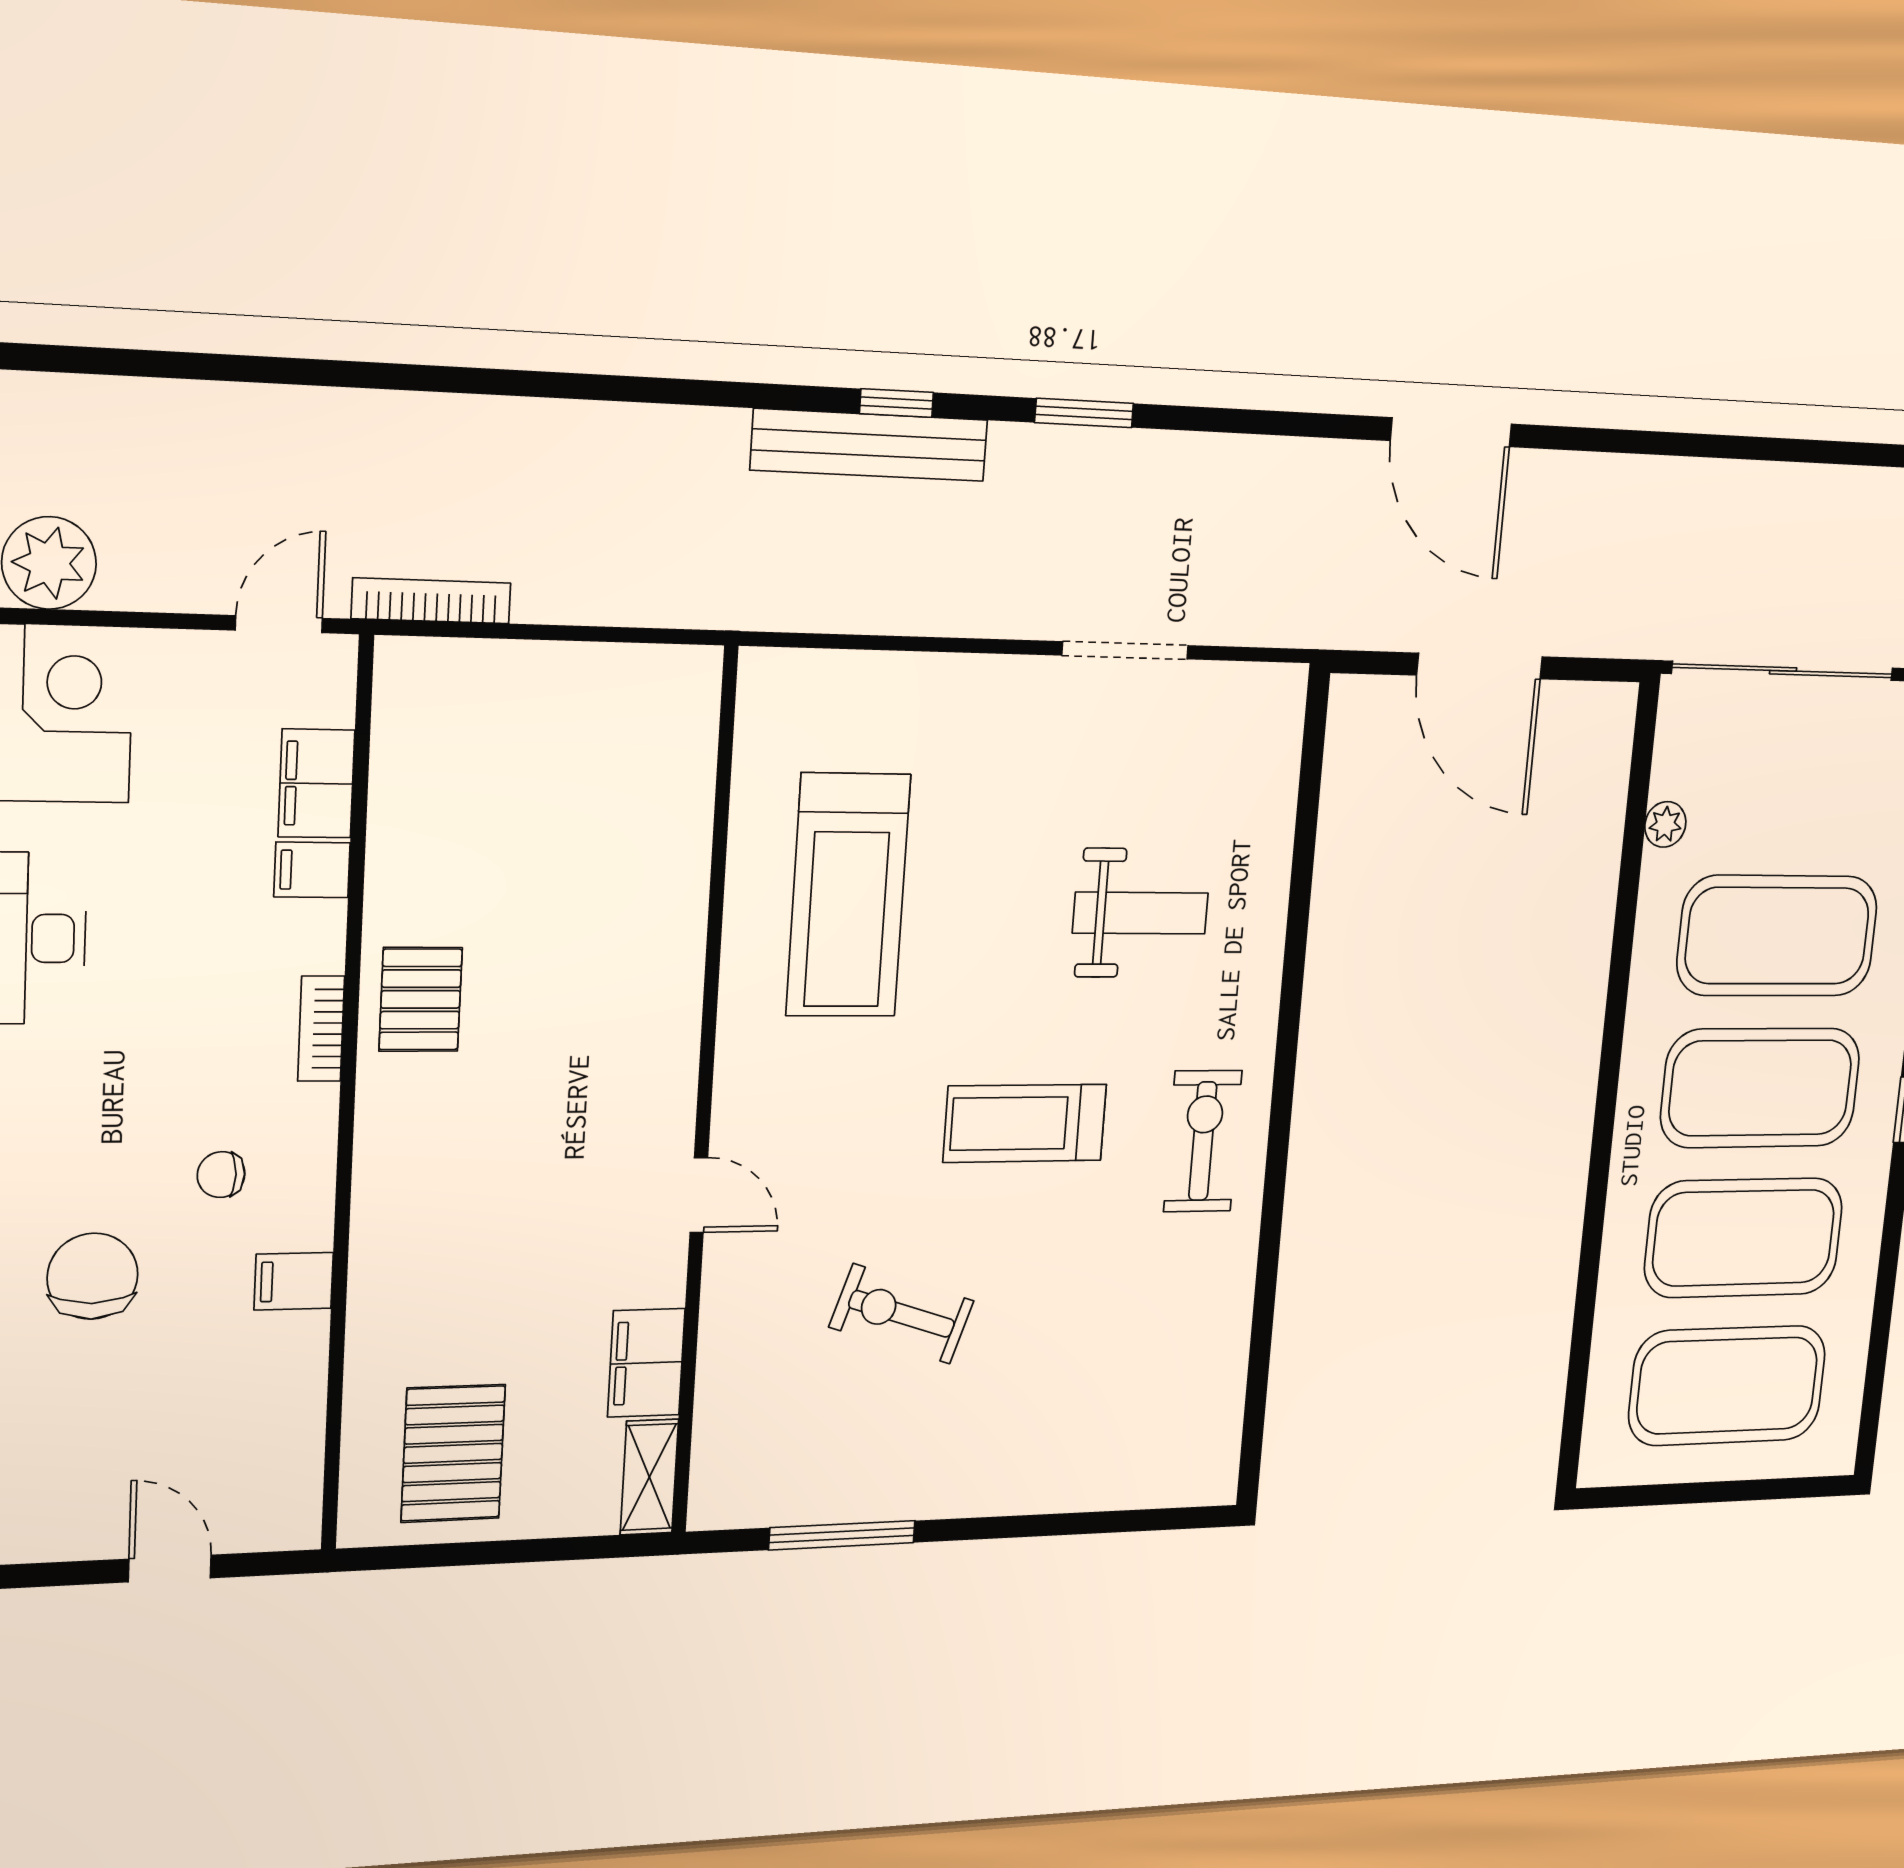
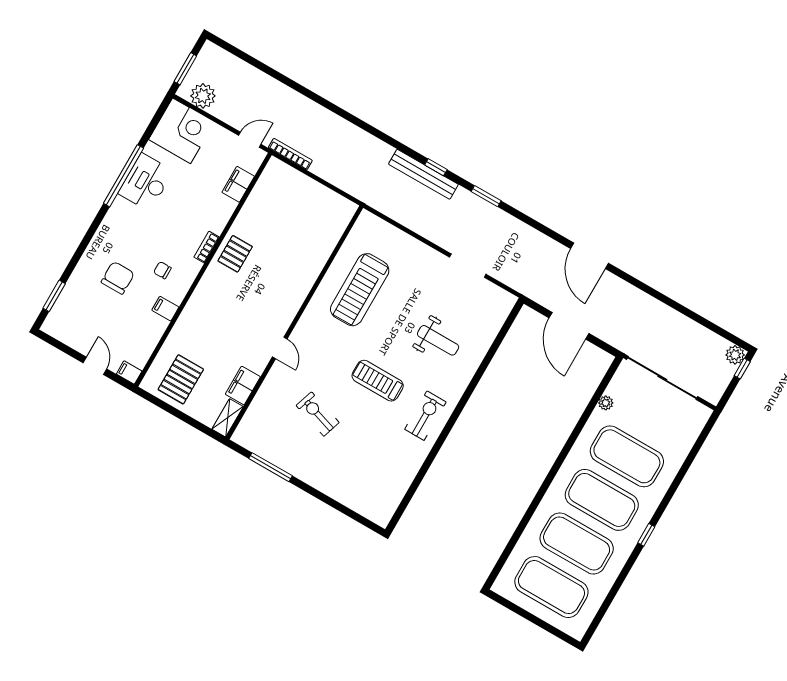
filing cabinet: (312, 870) -> (129, 372), moved

